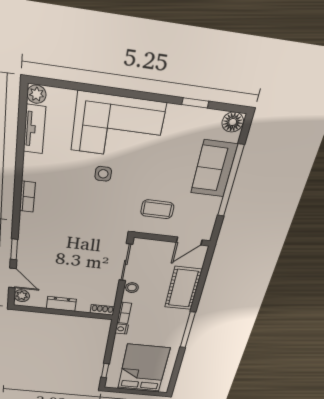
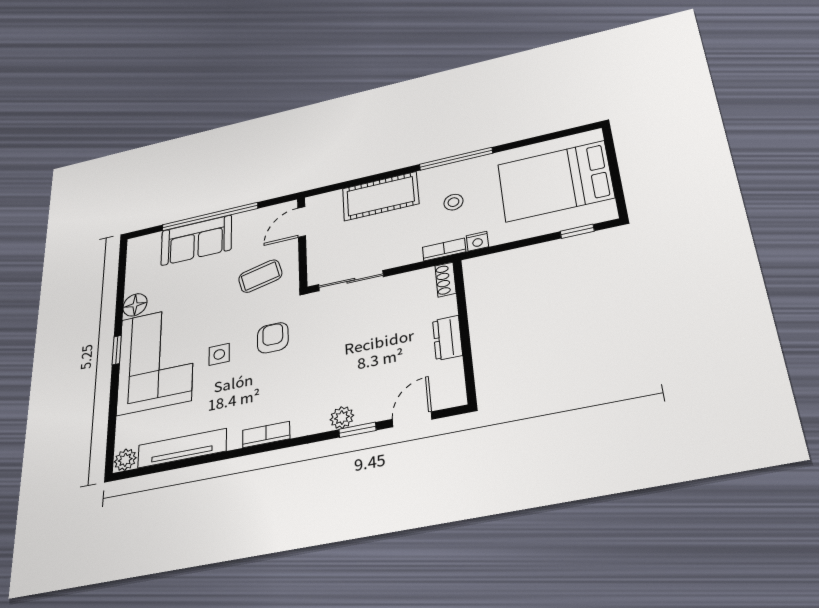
window: (195, 103) -> (117, 350), moved
floor lamp: (233, 122) -> (135, 305), moved
tv unit: (34, 129) -> (182, 448), width x1.41
coffee table: (157, 209) -> (260, 276), turned 76
armchair: (102, 211) -> (273, 338), added
door: (189, 241) -> (302, 222), swing flipped
stool: (132, 288) -> (453, 202), moved
plant: (22, 296) -> (342, 418), moved

